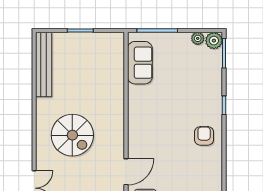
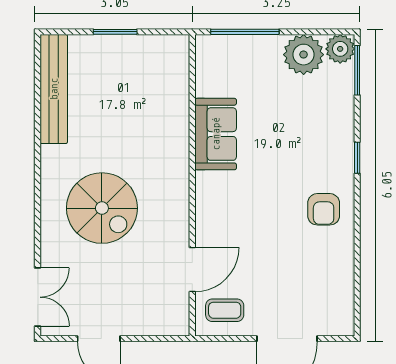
plant: (198, 38) -> (304, 55), width x1.87, depth x1.87
sofa: (140, 63) -> (216, 134), moved
armchair: (204, 136) -> (324, 209), turned 180

